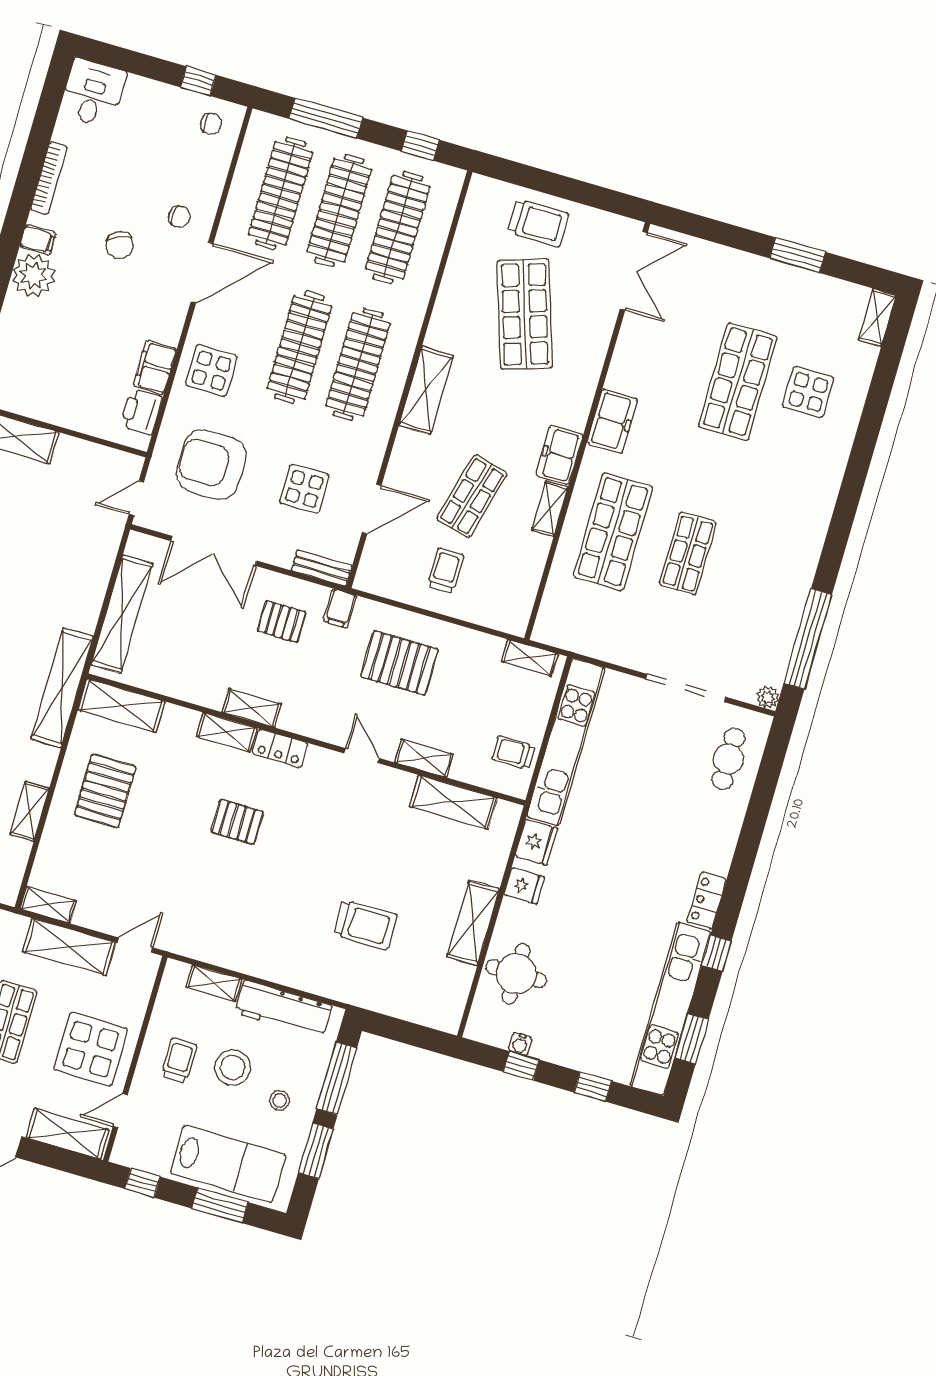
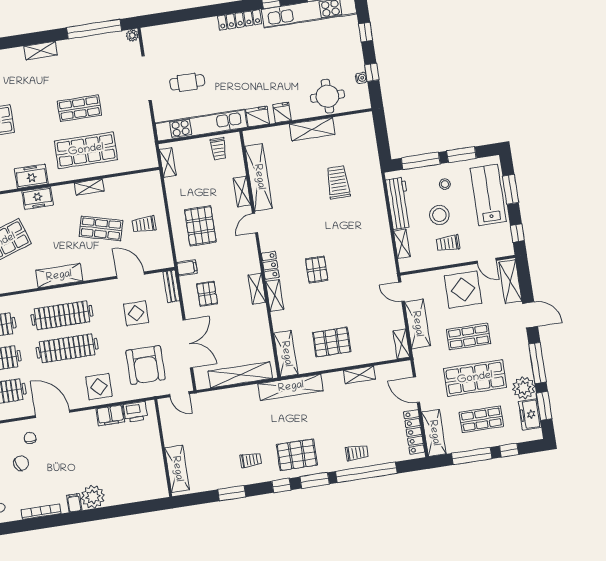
chair: (120, 245) -> (21, 463), moved
freezer: (560, 455) -> (38, 198), moved
shelving: (813, 534) -> (41, 51), added
cafe table: (728, 759) -> (187, 82), moved
shelving: (453, 802) -> (259, 177), width x1.47
locker: (706, 901) -> (240, 20), width x1.53

